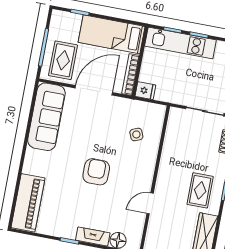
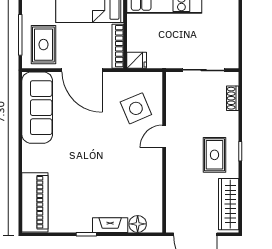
door: (94, 90) -> (82, 70), swing flipped
side table: (136, 134) -> (136, 108), width x1.87, depth x1.87
armchair: (96, 172) -> (101, 156), removed
door: (150, 203) -> (164, 136), moved

